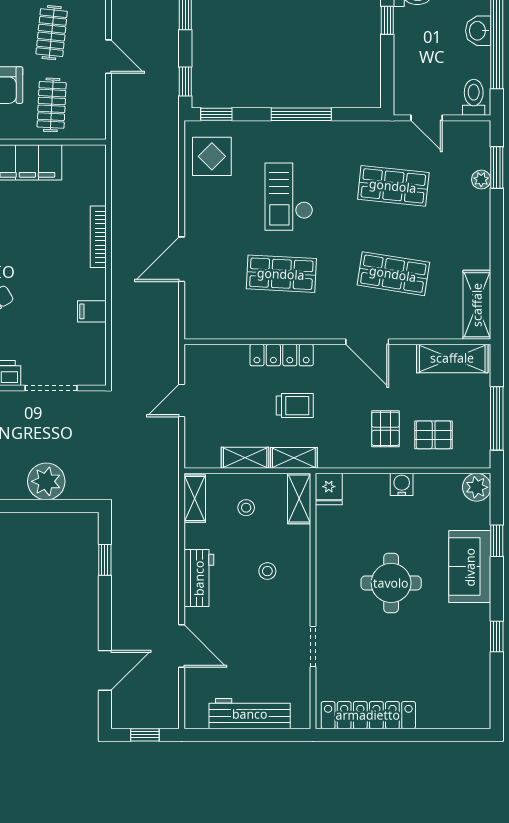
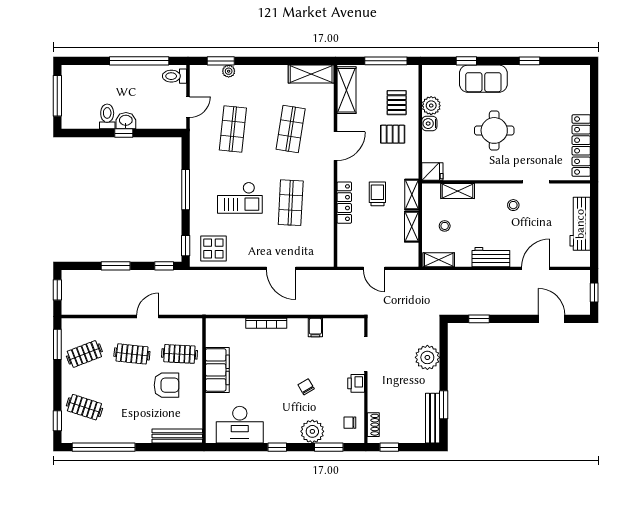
washbasin: (478, 31) -> (126, 121), moved, turned 180
plant: (477, 487) -> (431, 106), moved
shelving: (299, 499) -> (458, 191), moved
stool: (267, 571) -> (513, 205), moved

